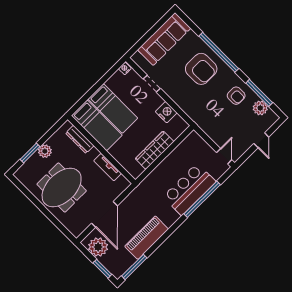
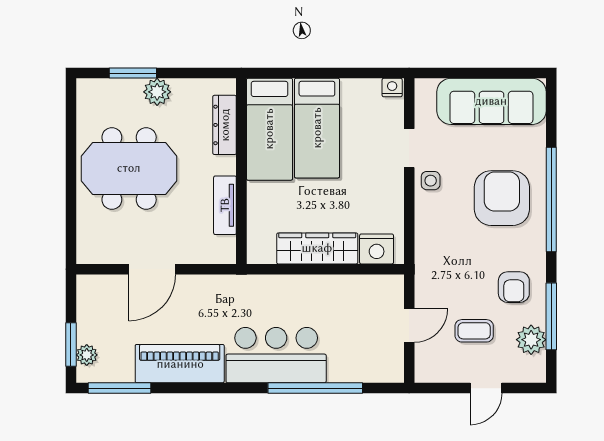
armchair: (201, 69) -> (502, 198), turned 180
side table: (170, 87) -> (431, 181), added
nightstand: (166, 112) -> (377, 249), moved, turned 90
coffee table: (237, 125) -> (474, 331), added
door: (224, 156) -> (409, 326), moved
bar counter: (189, 189) -> (276, 355), moved
door: (104, 214) -> (152, 269), width x0.73
plant: (98, 247) -> (87, 355), moved, width x0.53, depth x0.53

